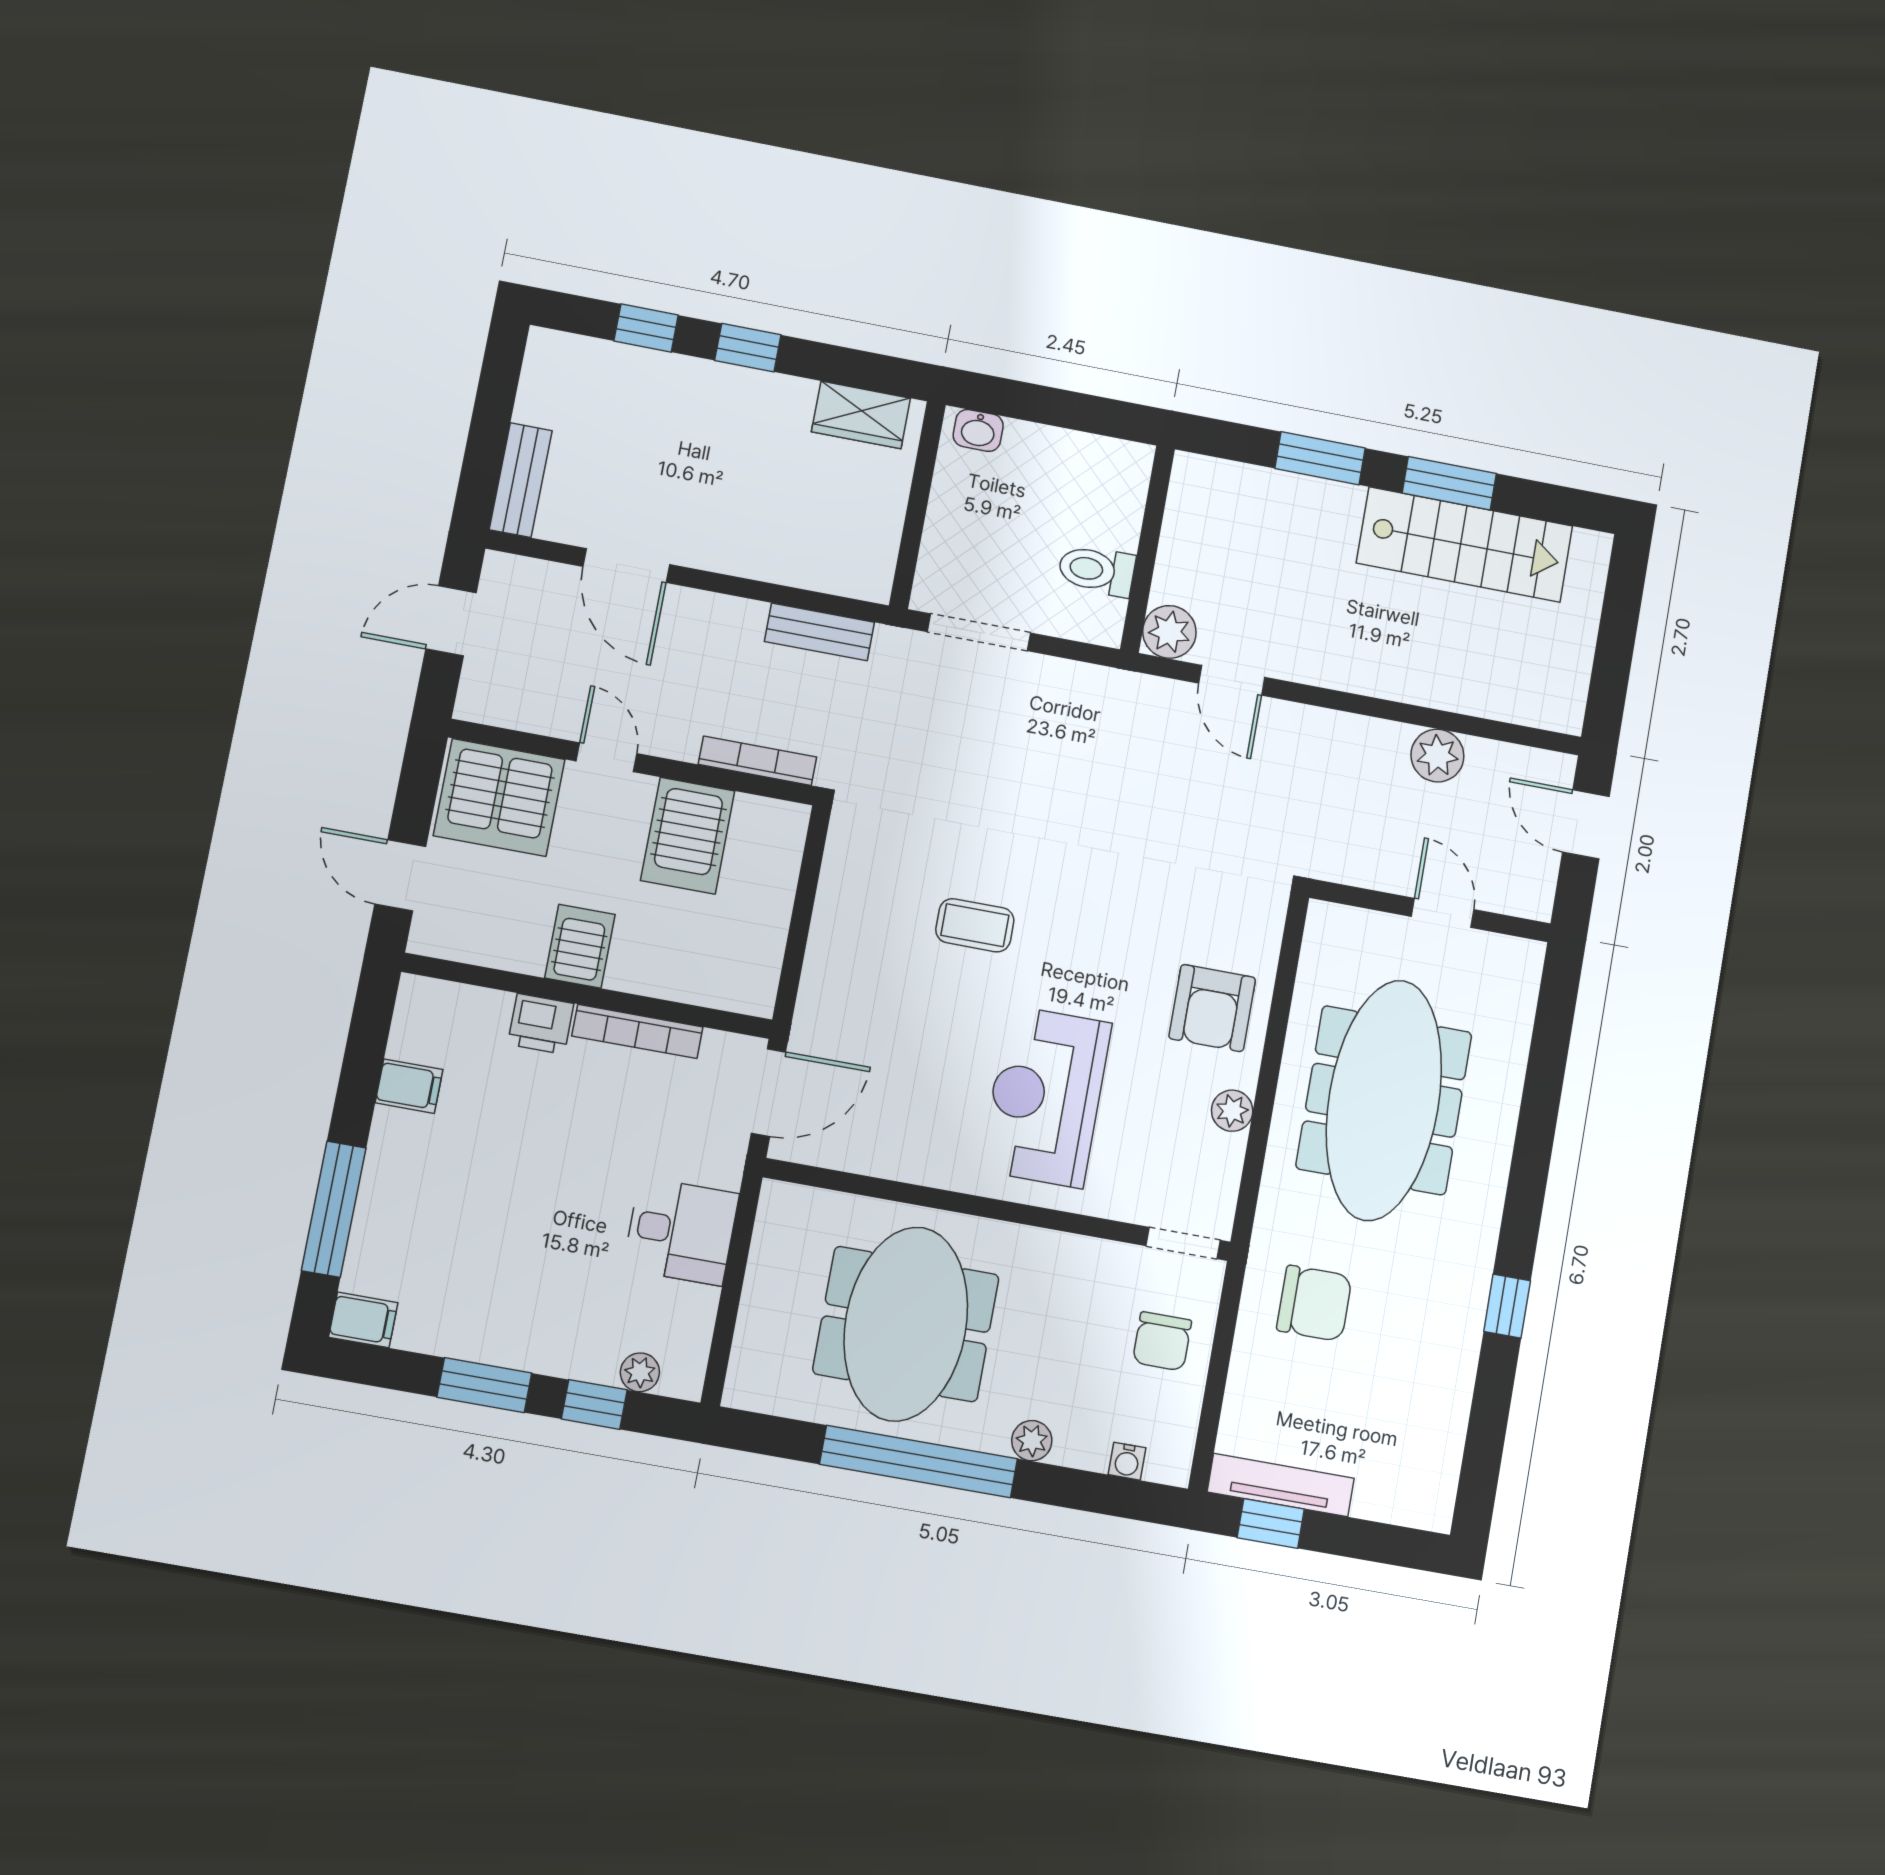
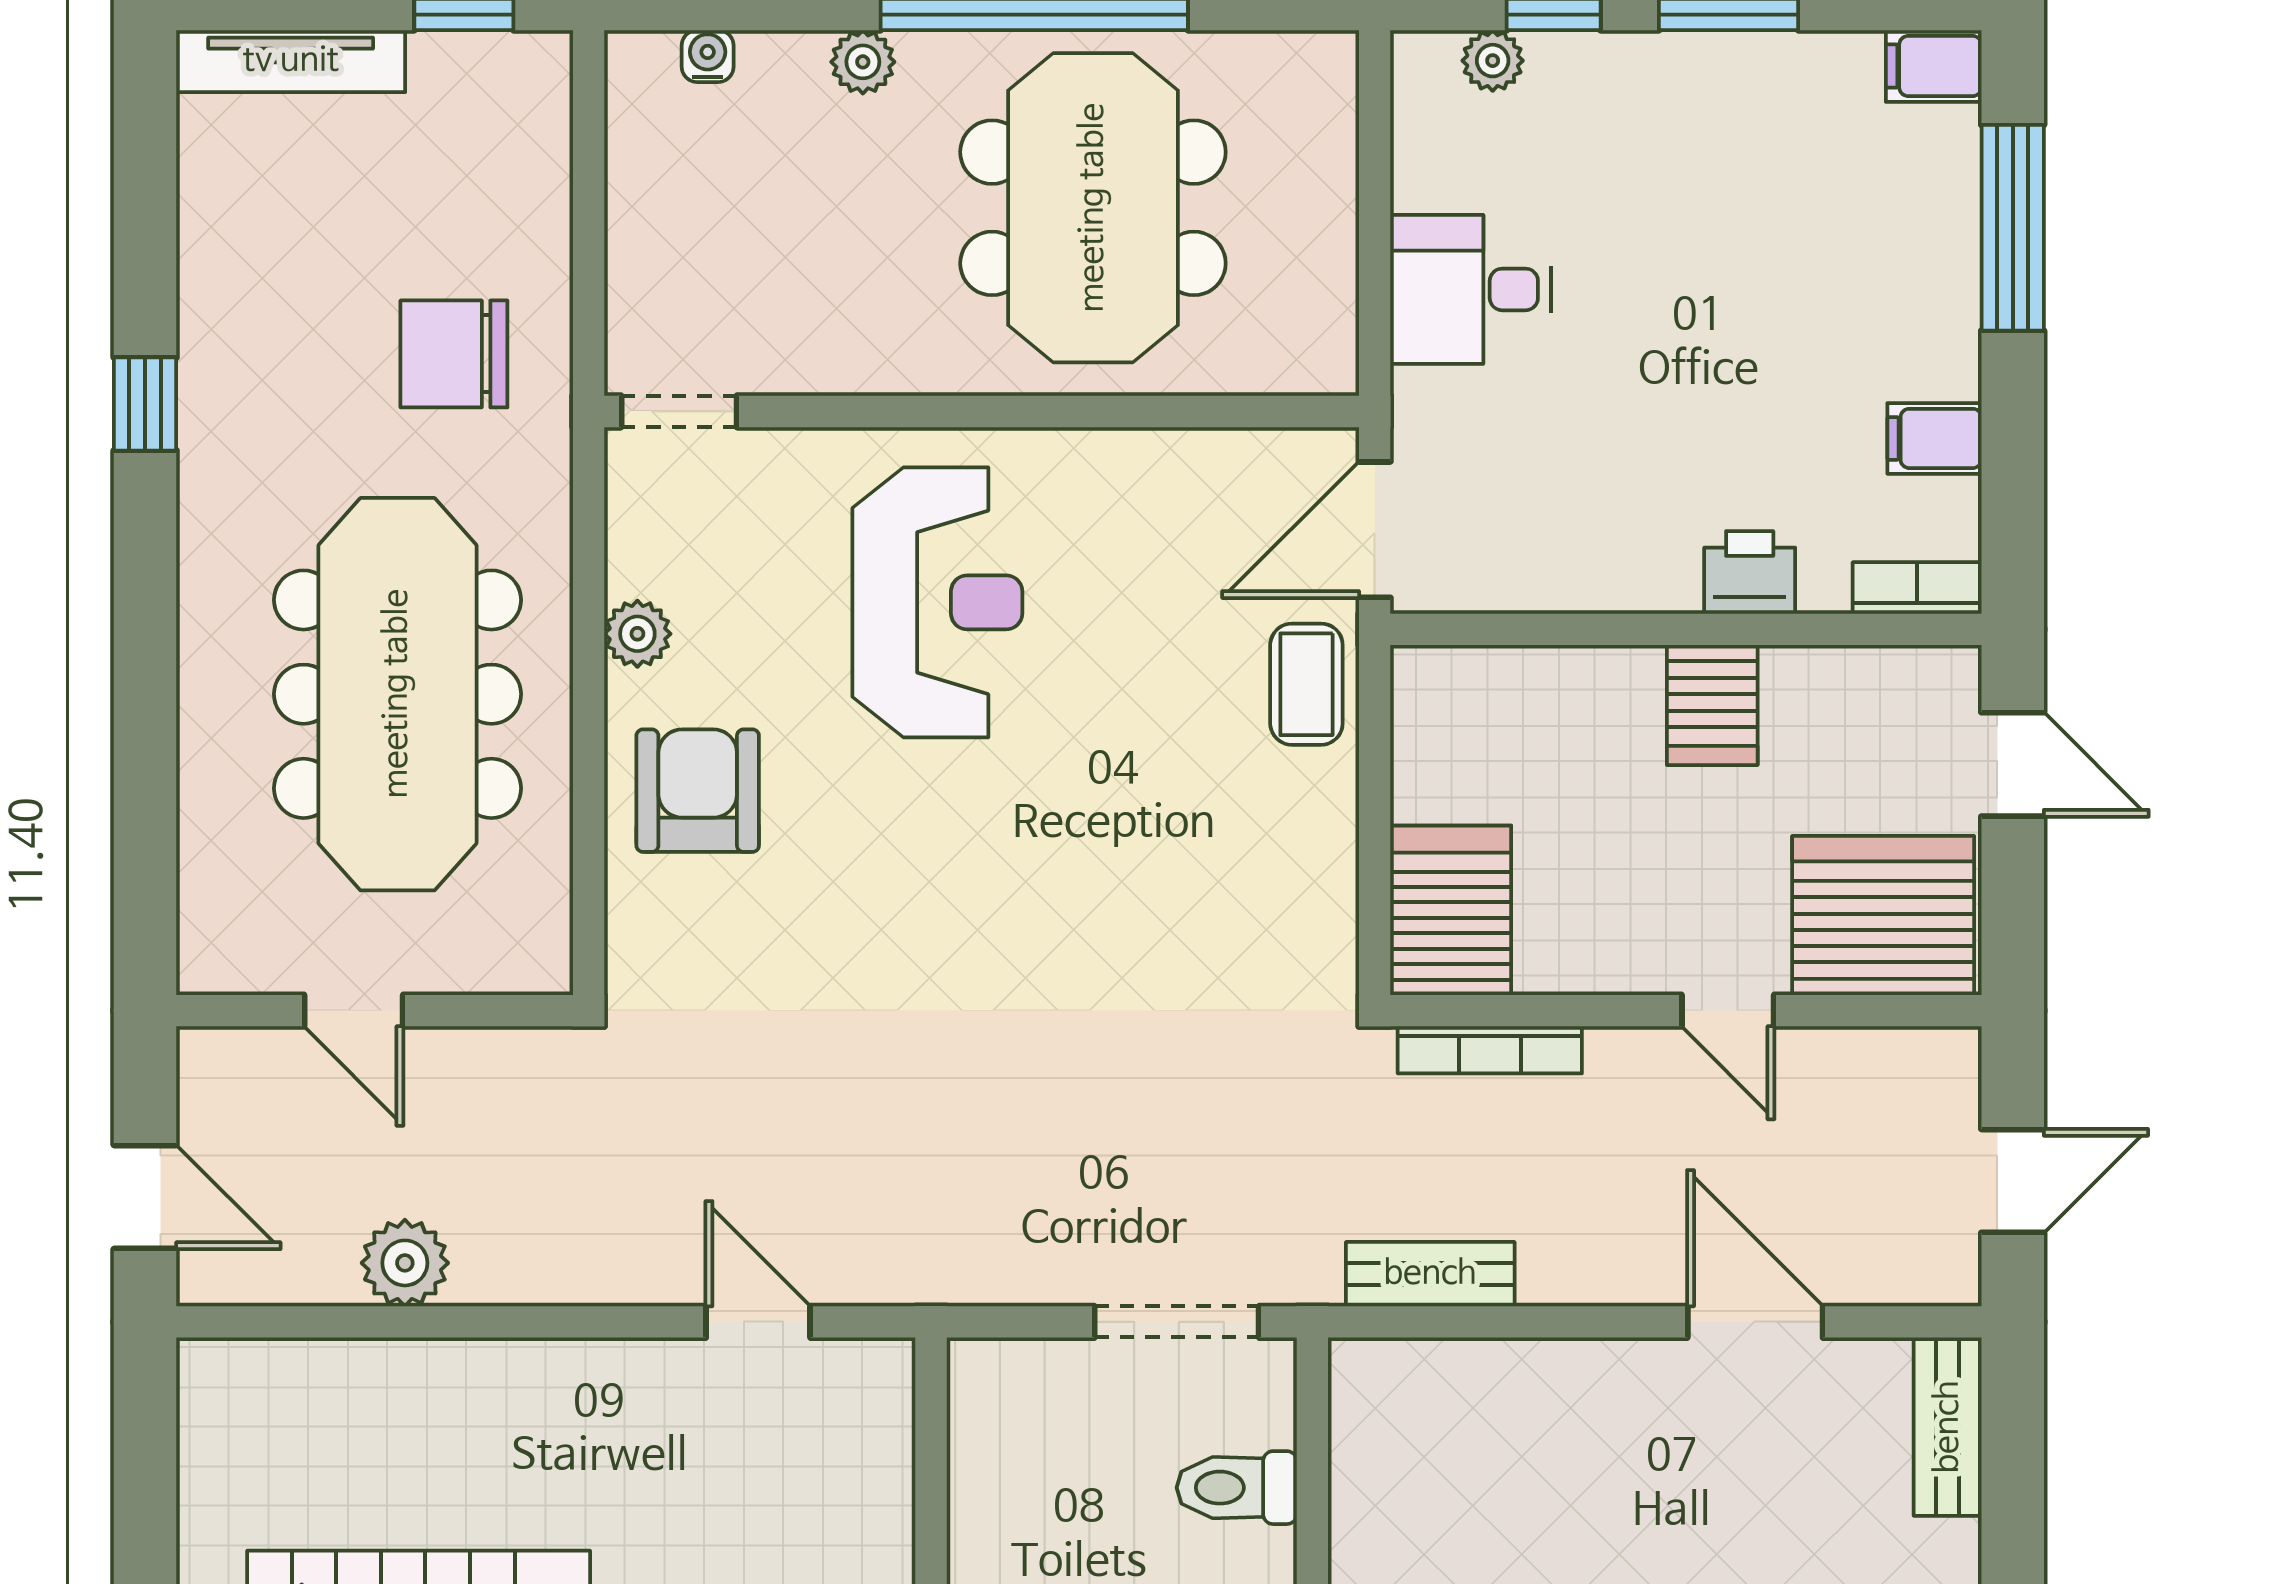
toilet: (1097, 570) -> (1237, 1488), moved, turned 180
plant: (1169, 632) -> (872, 1381), removed
server rack: (688, 836) -> (1451, 910), moved
coffee table: (975, 925) -> (1306, 684), moved, turned 90
bookcase: (637, 1031) -> (1917, 588), moved, width x0.64
chair: (1162, 1341) -> (685, 252), removed
tv unit: (1281, 1485) -> (291, 61), moved

